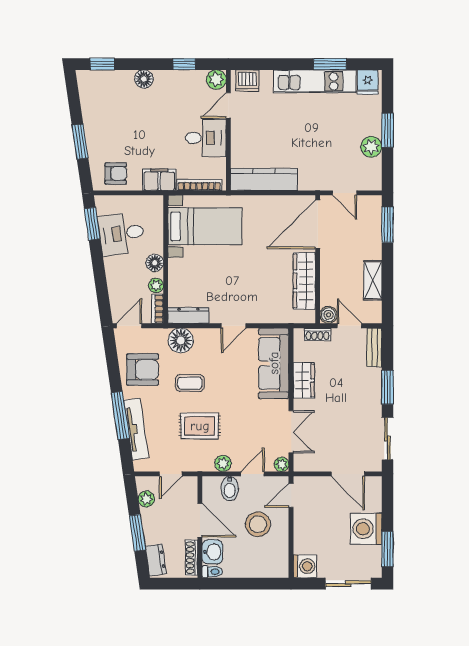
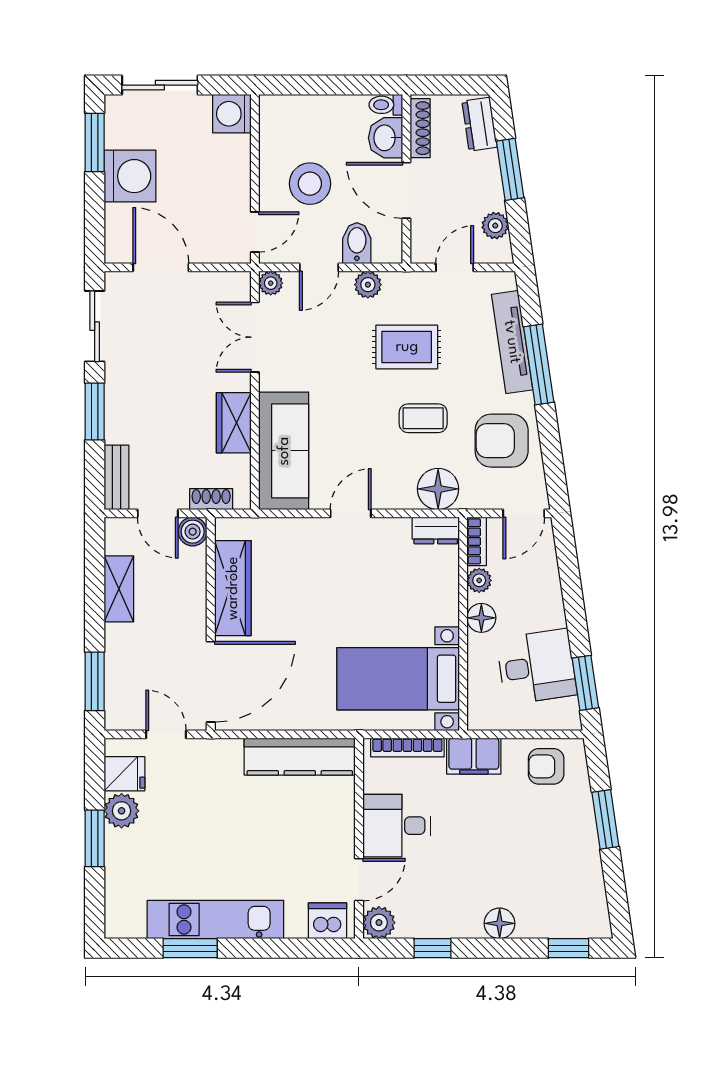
fridge: (368, 82) -> (124, 774), moved, turned 90
dresser: (188, 315) -> (436, 531), width x0.70

